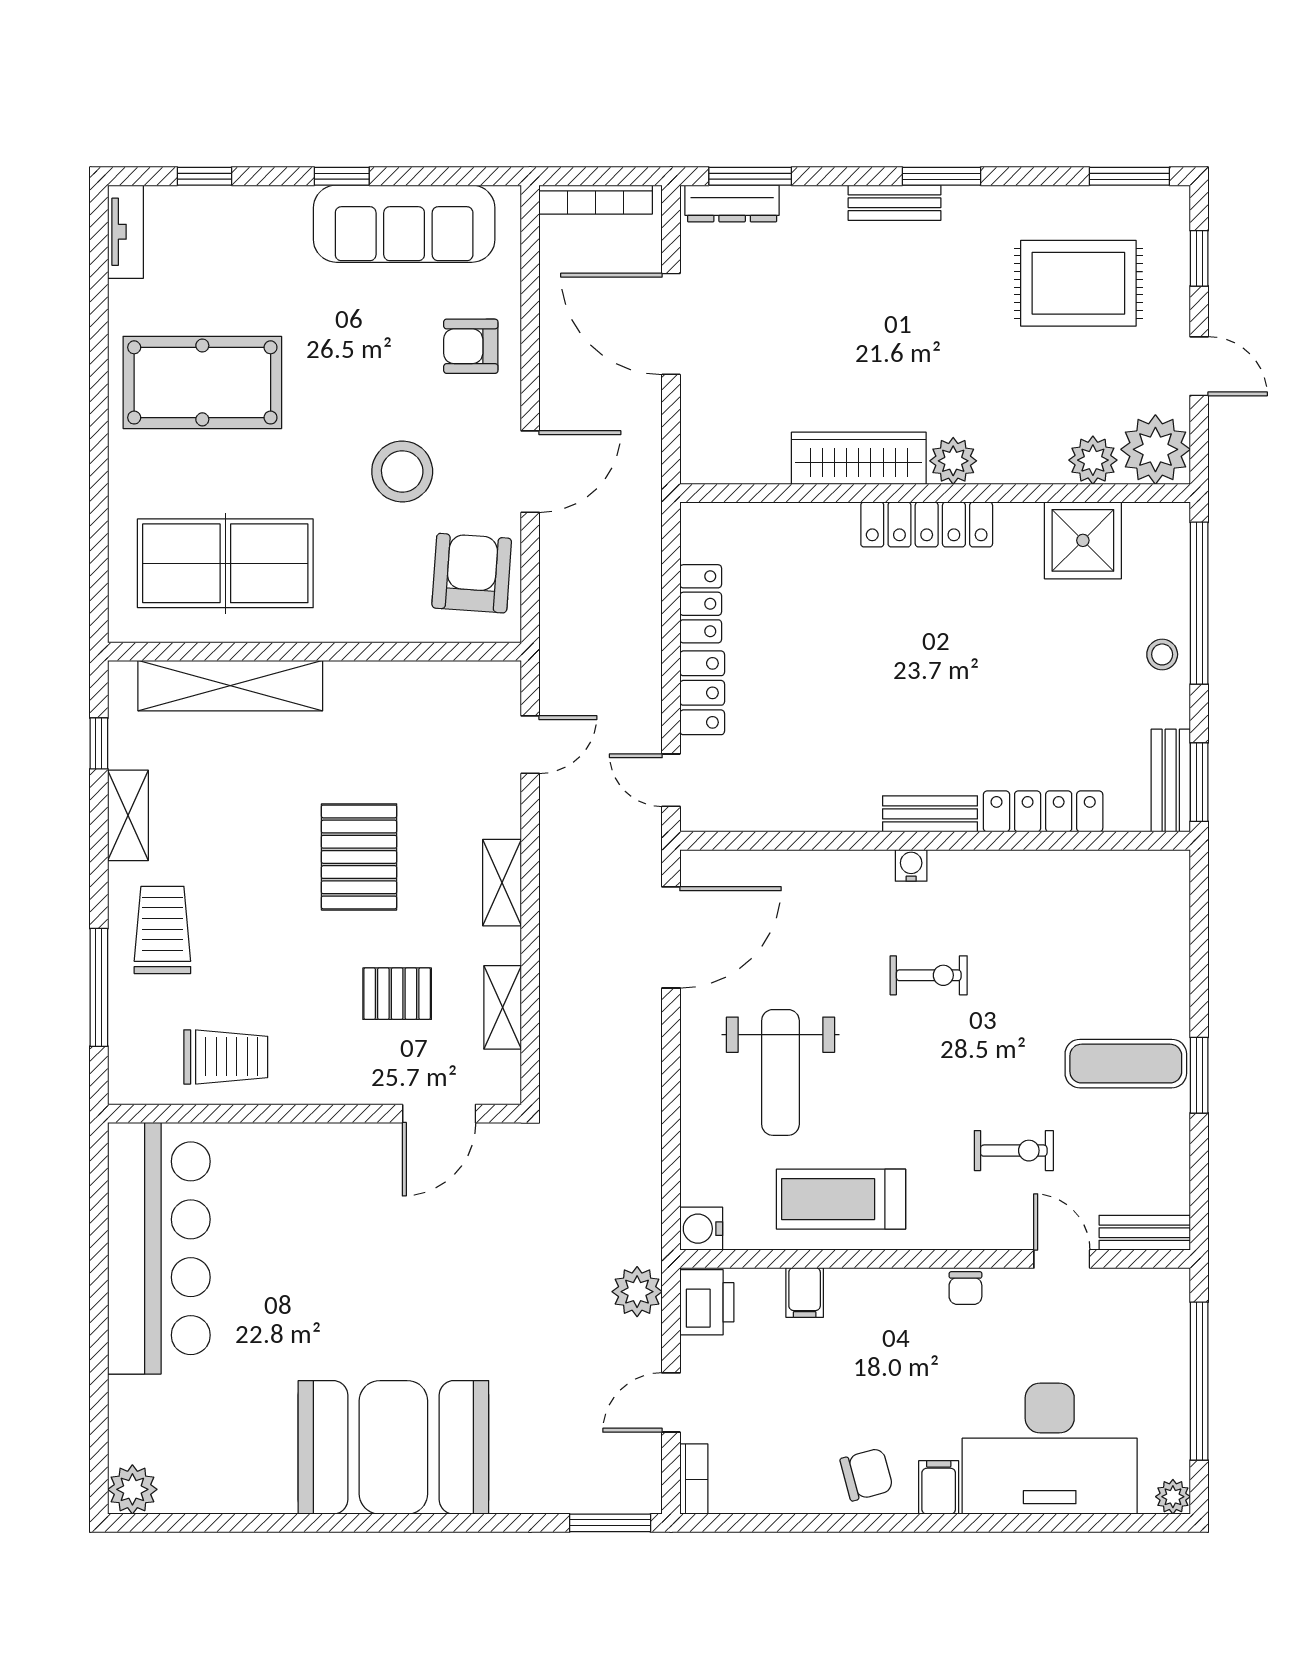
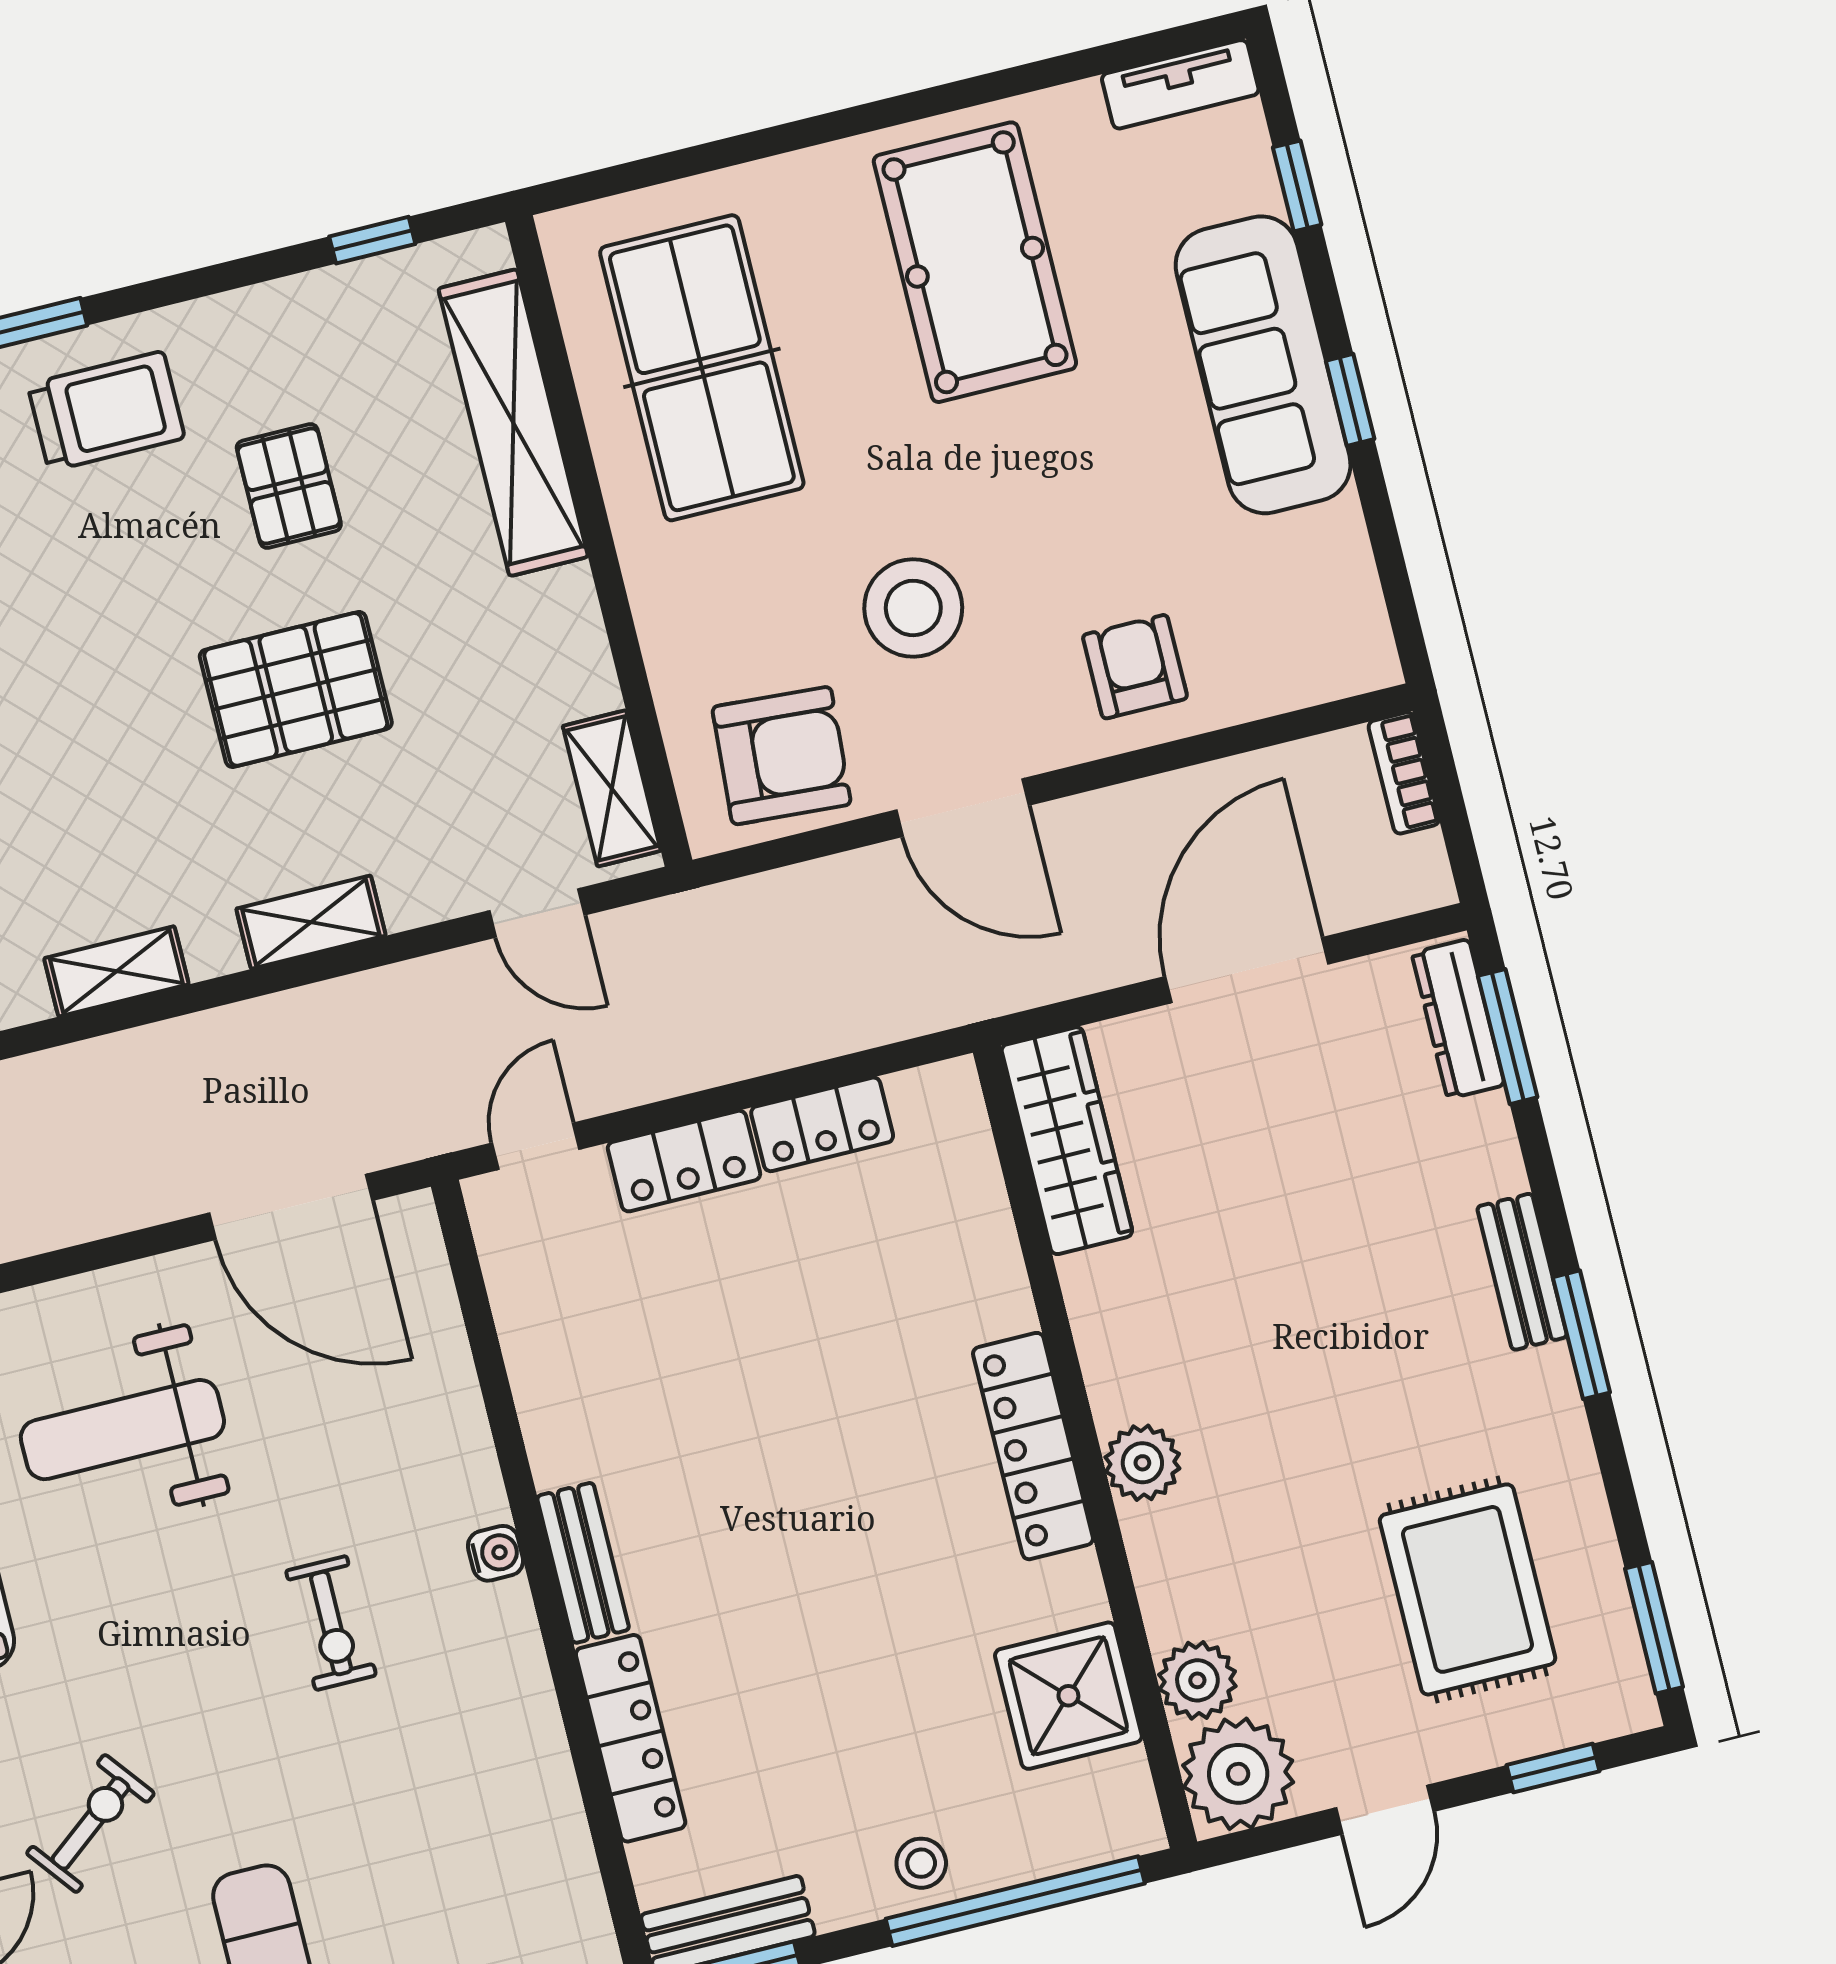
bookcase: (596, 200) -> (1404, 773), width x0.64
sofa: (404, 224) -> (1263, 365), moved
wardrobe: (859, 458) -> (1067, 1141), moved
shelving: (128, 815) -> (612, 788), moved, turned 90
pallet: (397, 994) -> (289, 486), moved
exercise bike: (1014, 1151) -> (91, 1823), turned -128

